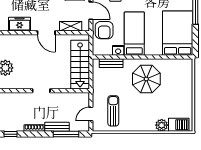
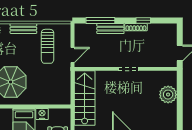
bench: (111, 63) -> (23, 28), moved
door: (91, 114) -> (73, 55), moved
window: (11, 134) -> (143, 20), moved

